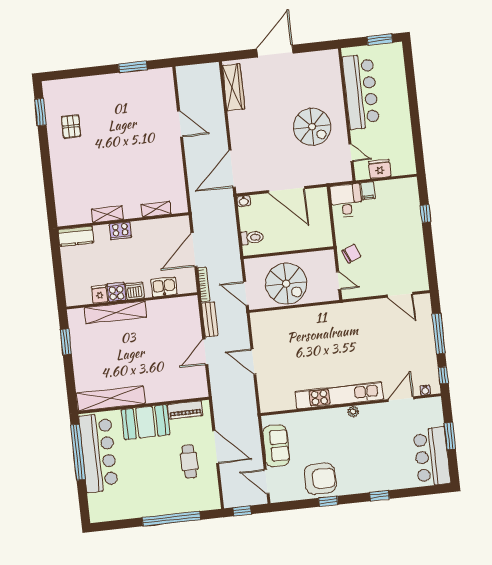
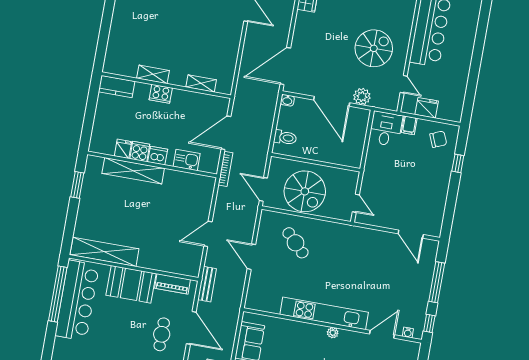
spiral stairs: (312, 127) -> (374, 48), turned -90
plant: (314, 176) -> (362, 97), added
chair: (351, 254) -> (438, 139), moved
bench: (210, 320) -> (207, 284), moved
cafe table: (292, 336) -> (295, 243), added

